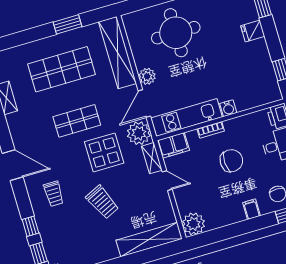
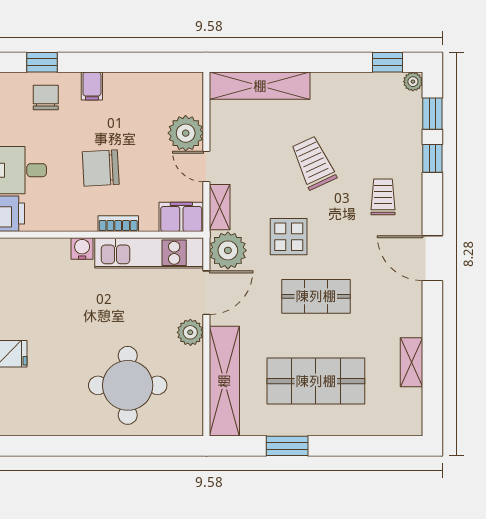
display table: (104, 152) -> (289, 237), width x0.73, depth x0.73
plant: (194, 224) -> (186, 133), moved

